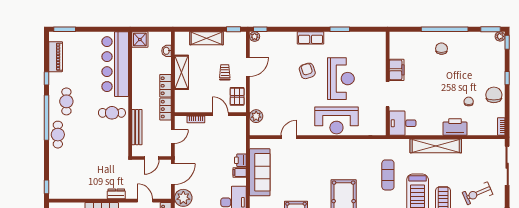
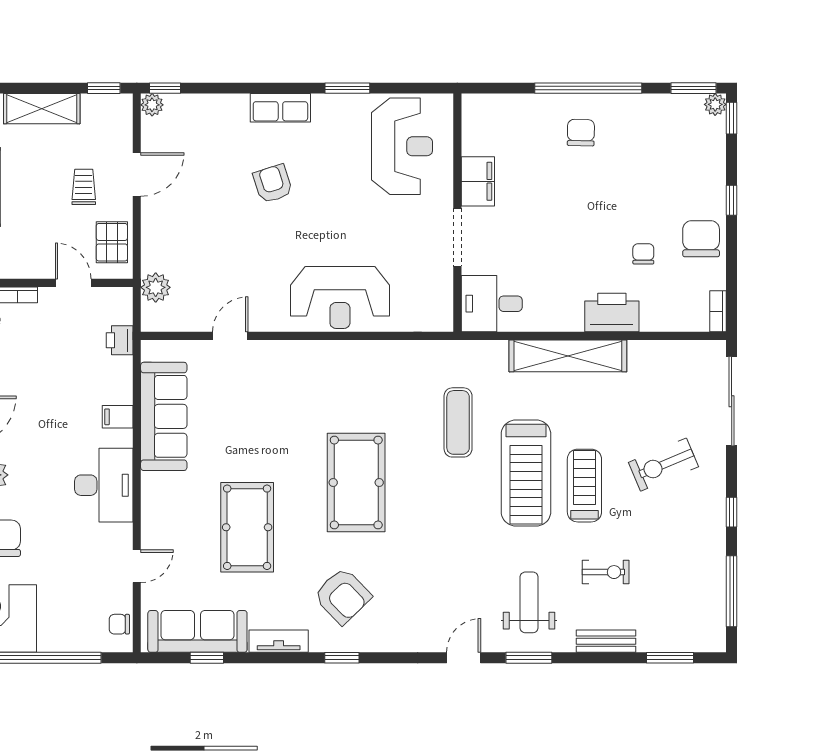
reception desk: (341, 79) -> (402, 146), moved
printer: (240, 160) -> (120, 340), moved

